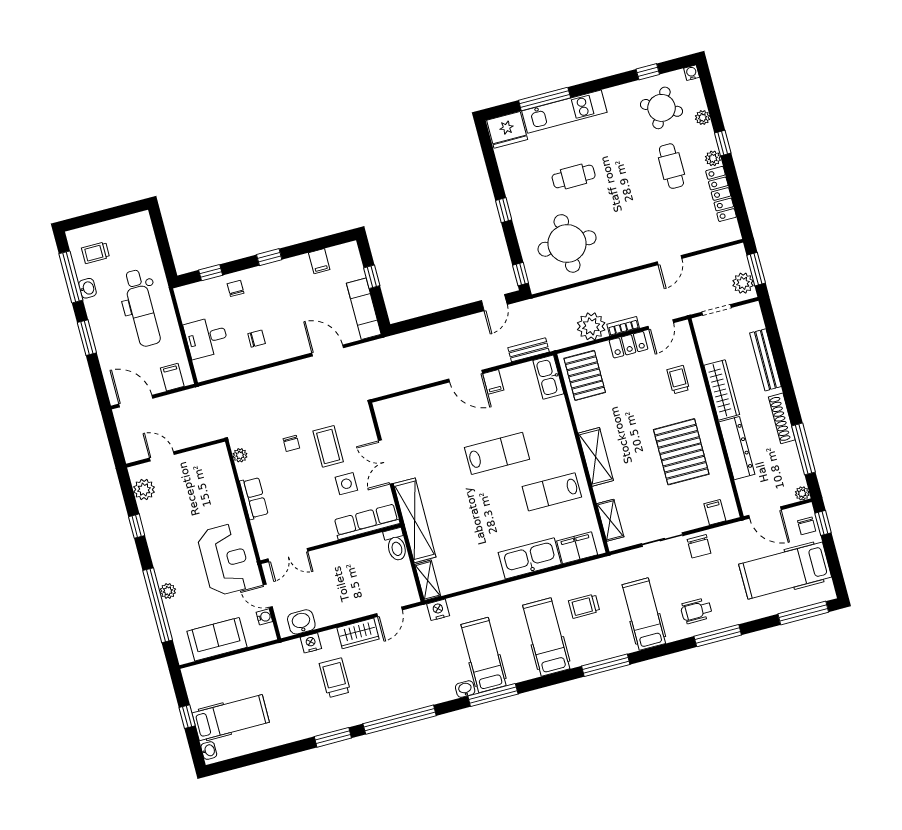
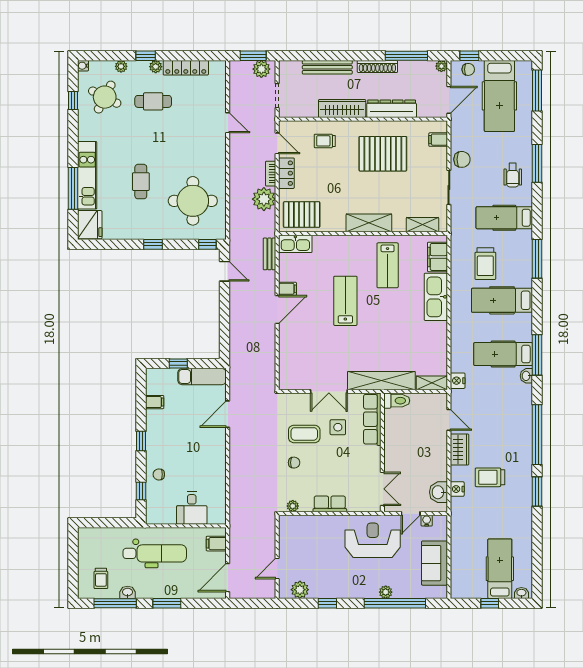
chair: (257, 339) -> (203, 468), removed
trolley: (584, 606) -> (485, 264), width x1.36, depth x1.39

